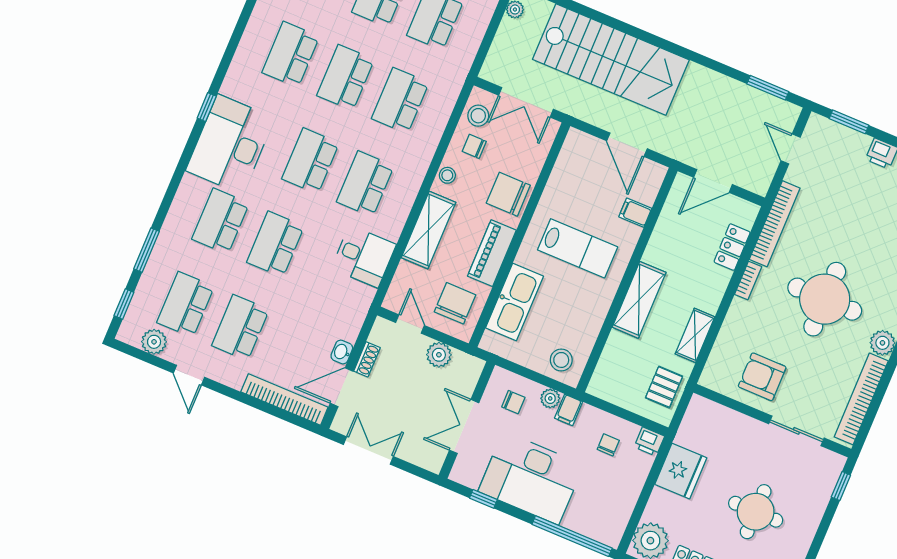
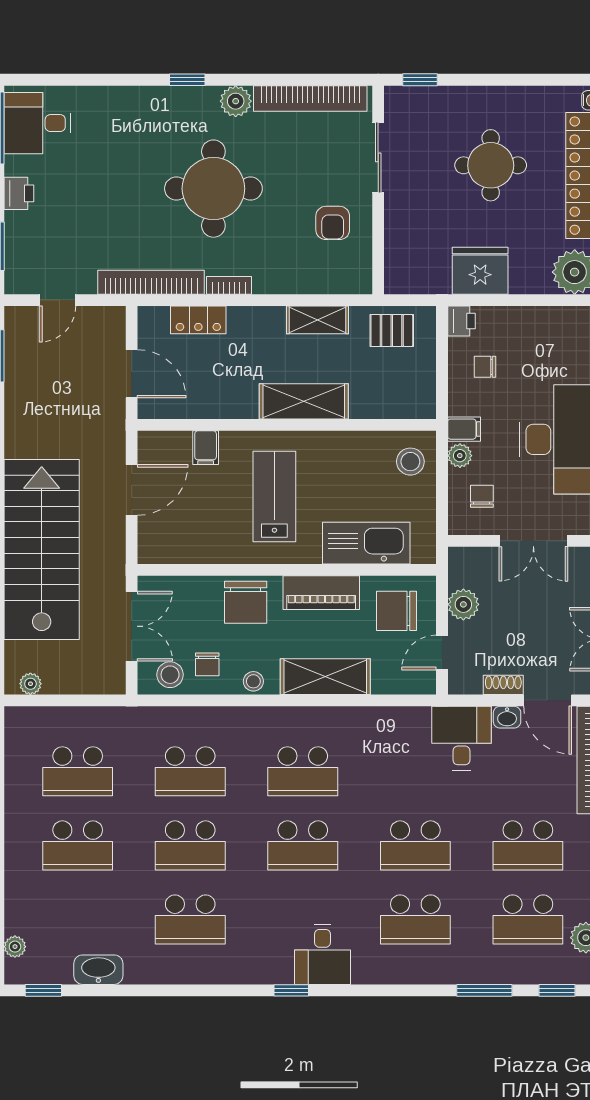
desk: (230, 144) -> (322, 955), width x0.53, depth x0.77
desk: (364, 256) -> (461, 738), moved
armchair: (762, 377) -> (333, 223), width x0.72, depth x0.72

